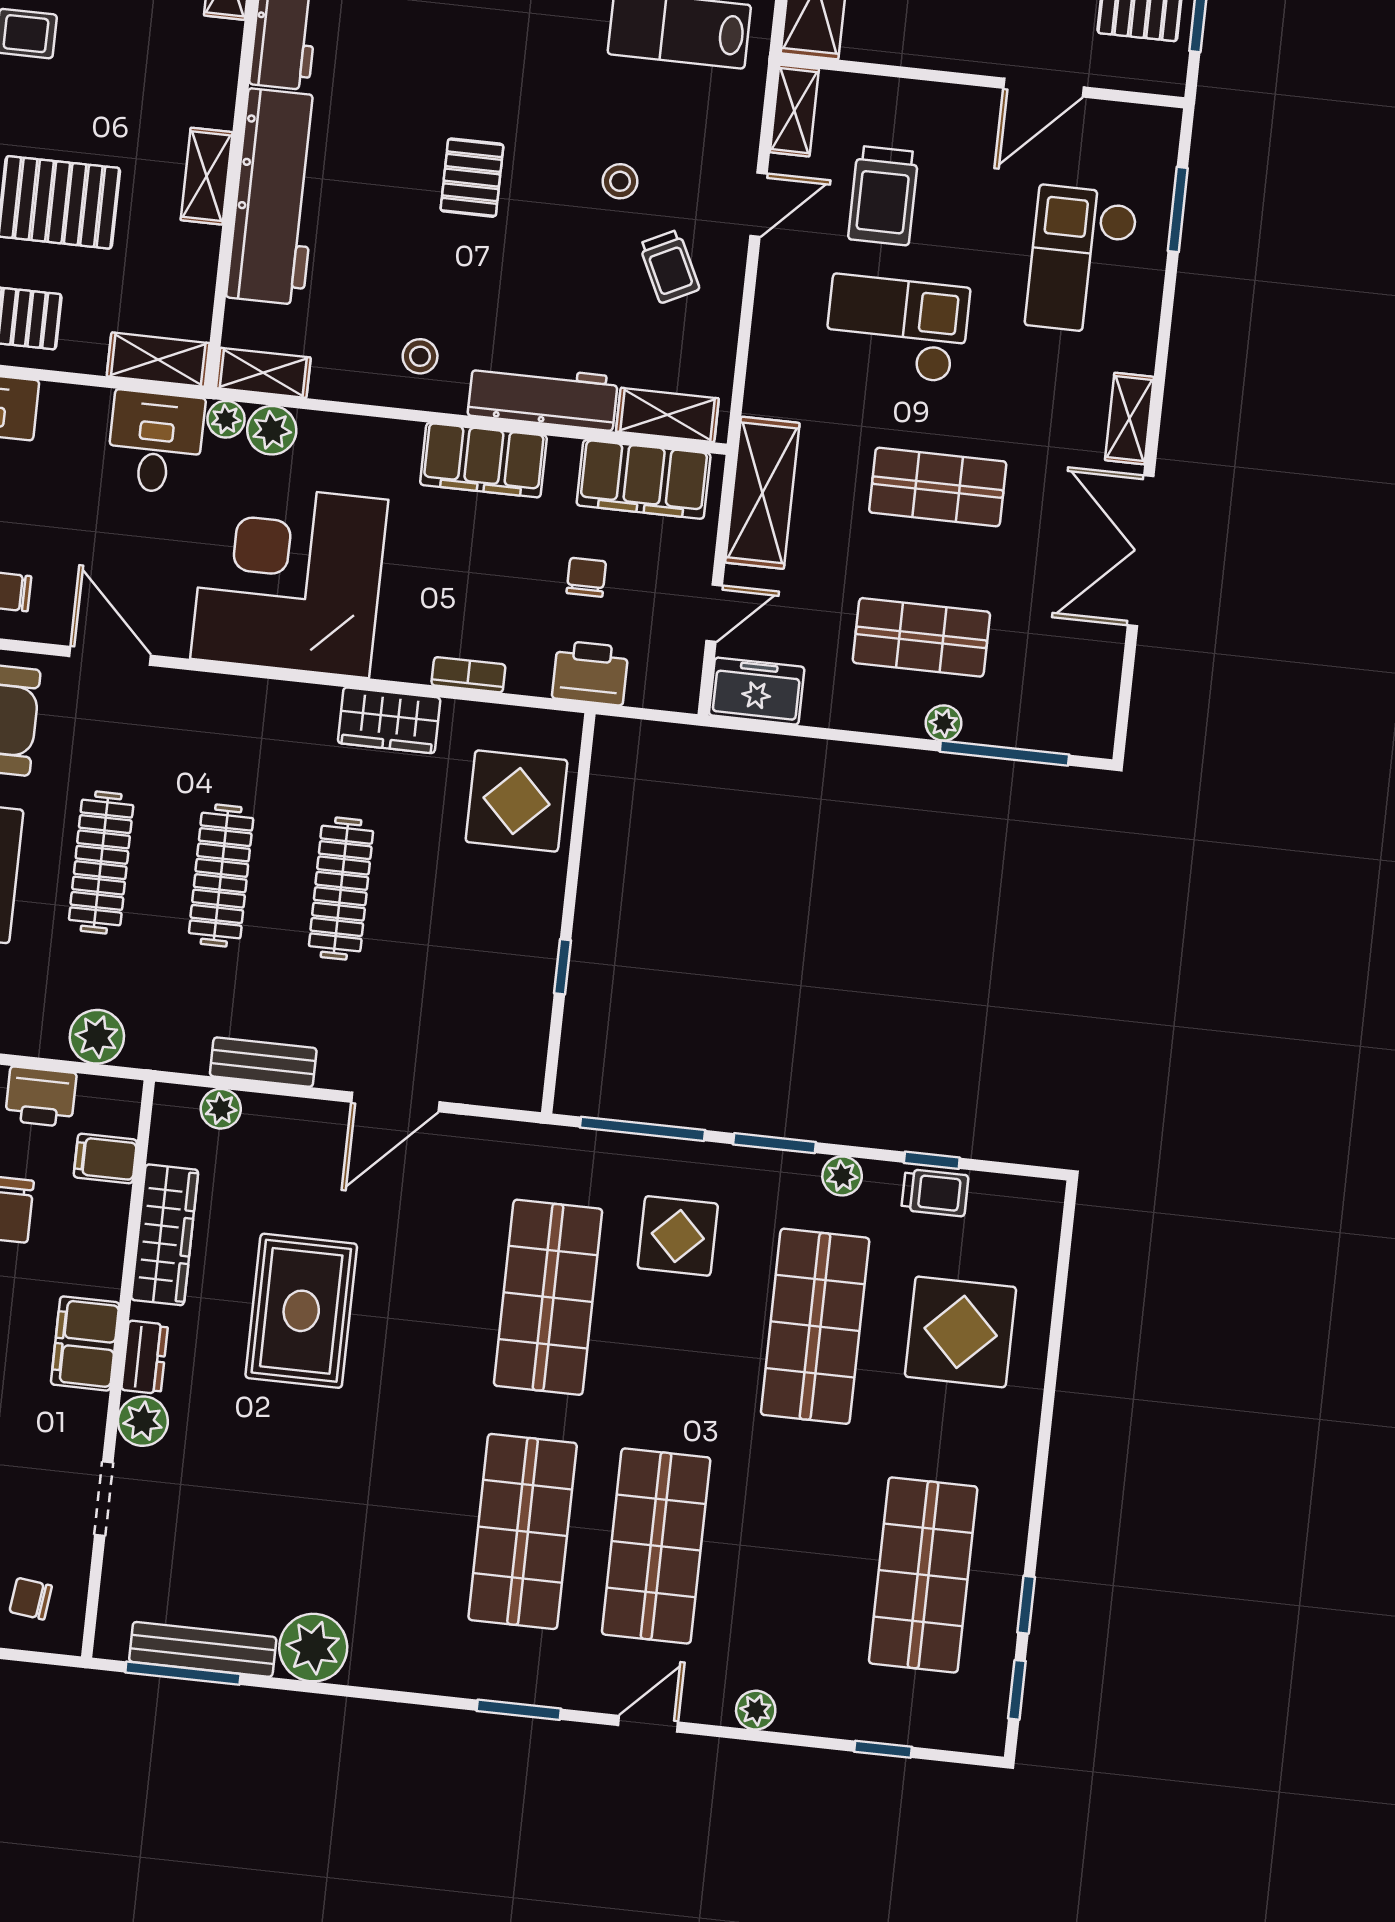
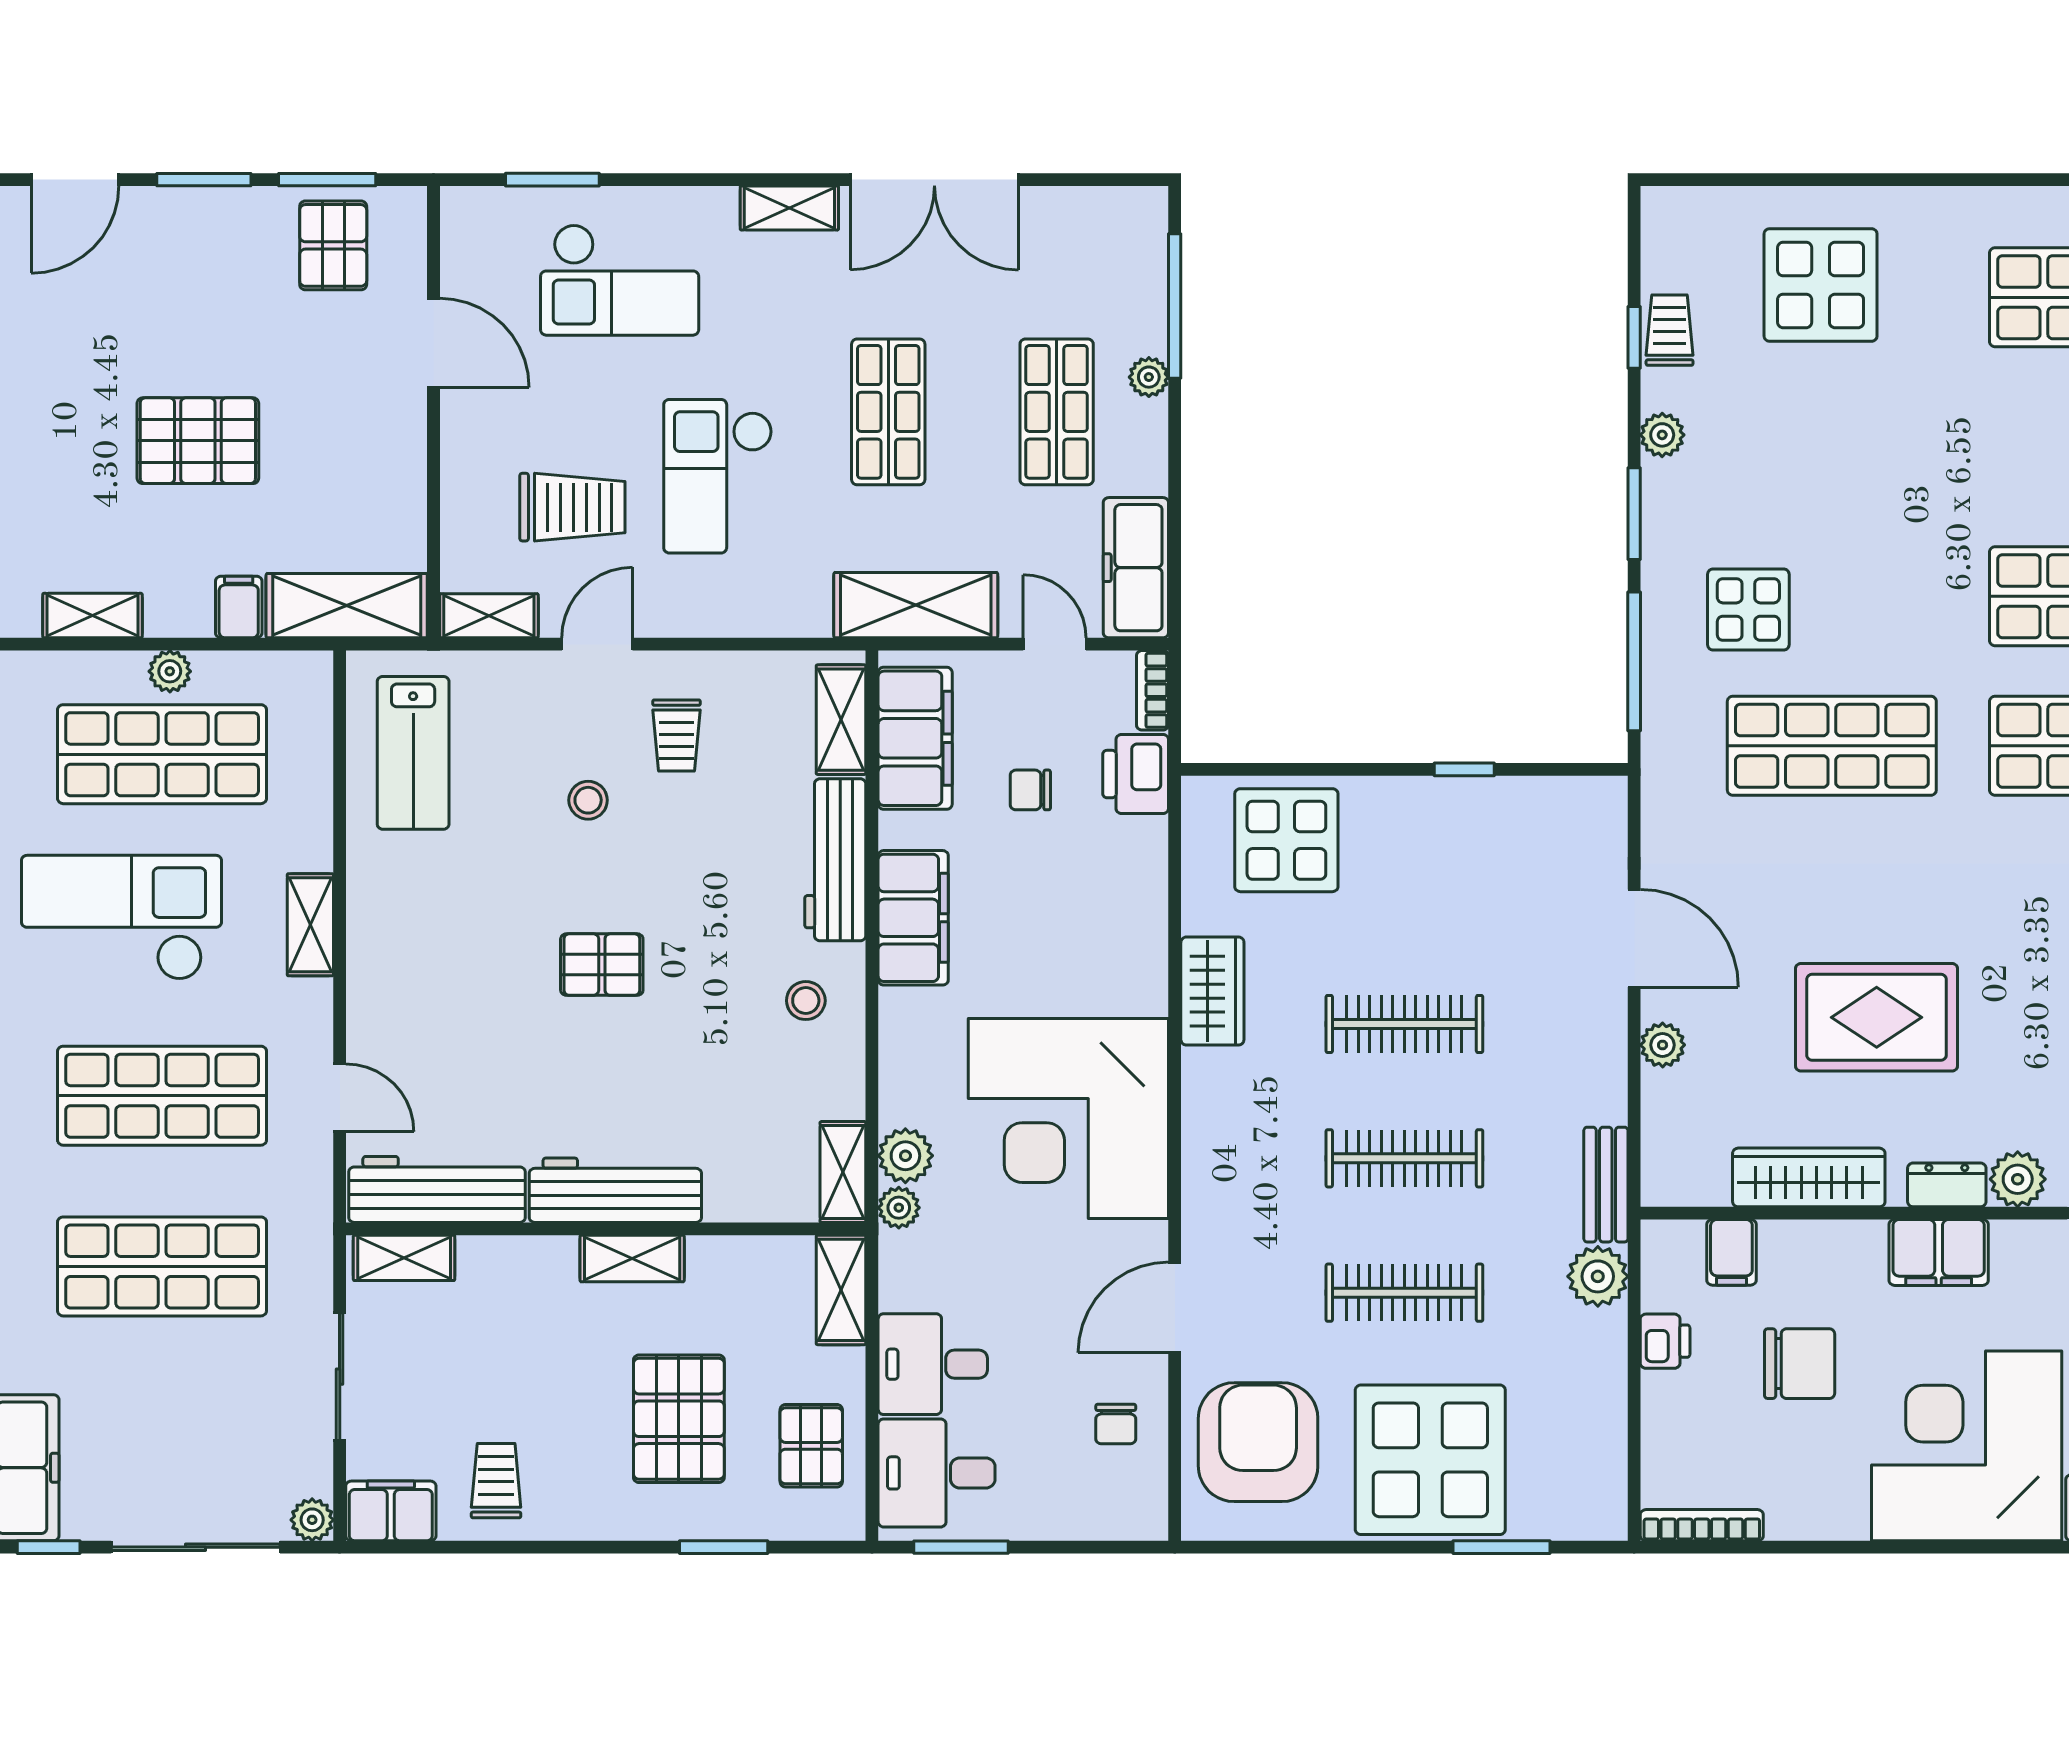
workbench: (275, 197) -> (615, 1190), width x0.73, depth x0.76
door: (758, 205) -> (597, 644), hinge flipped
trolley: (669, 266) -> (676, 735), turned 116
desk: (156, 442) -> (933, 1364), moved
bookcase: (468, 675) -> (1153, 690), moved
freezer: (757, 691) -> (1136, 568), width x1.40
bench: (263, 1062) -> (1606, 1185), moved
printer: (41, 1097) -> (1665, 1341), width x0.73, depth x0.81
plant: (221, 1109) -> (1663, 1045), moved
shop shelf: (815, 1326) -> (1832, 447), removed

